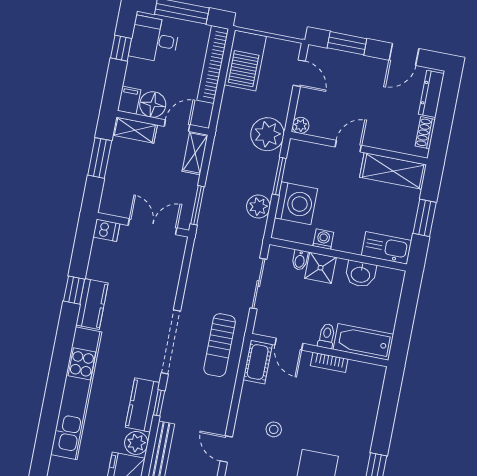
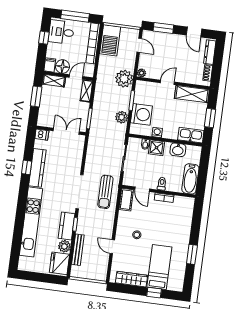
door: (404, 54) -> (194, 32), hinge flipped
kitchen counter: (92, 304) -> (37, 168), width x1.50
bathtub: (363, 342) -> (190, 179), moved, turned -90

